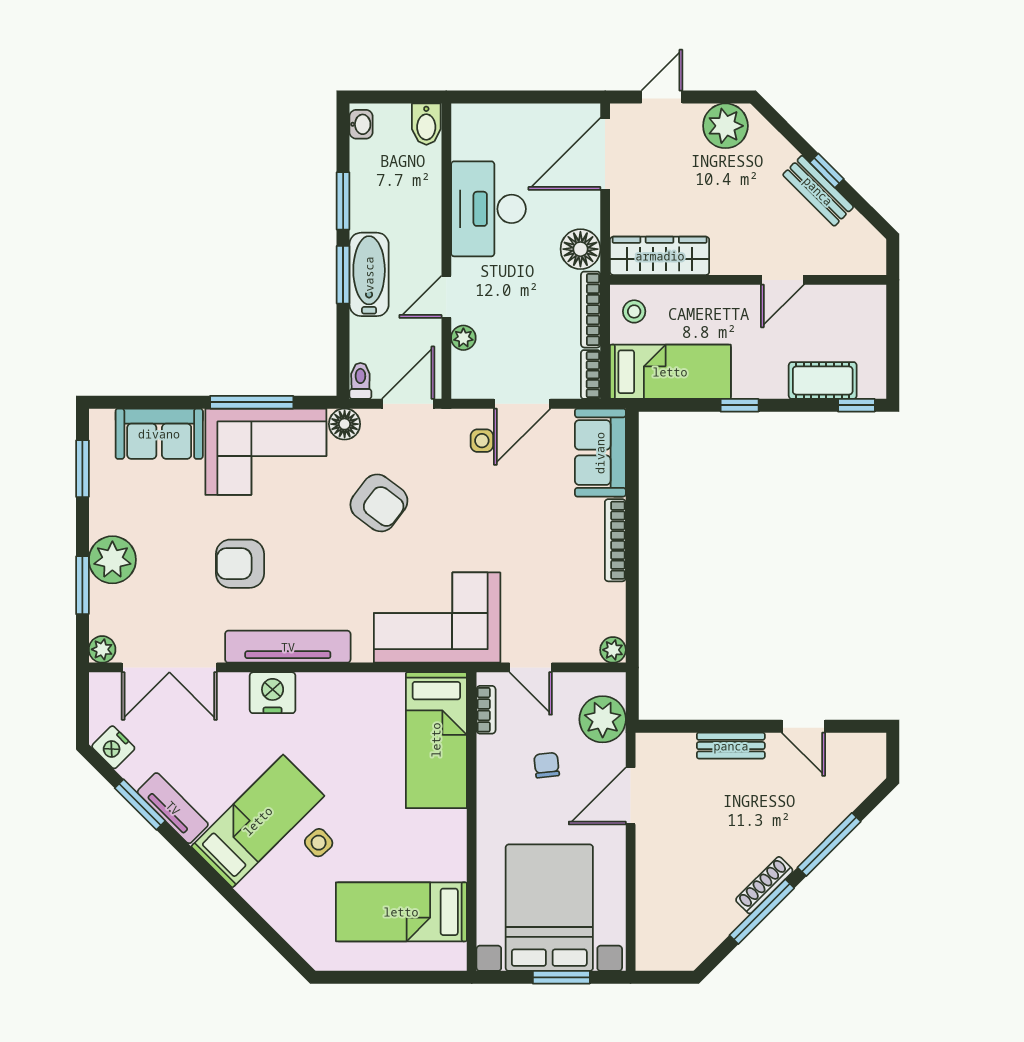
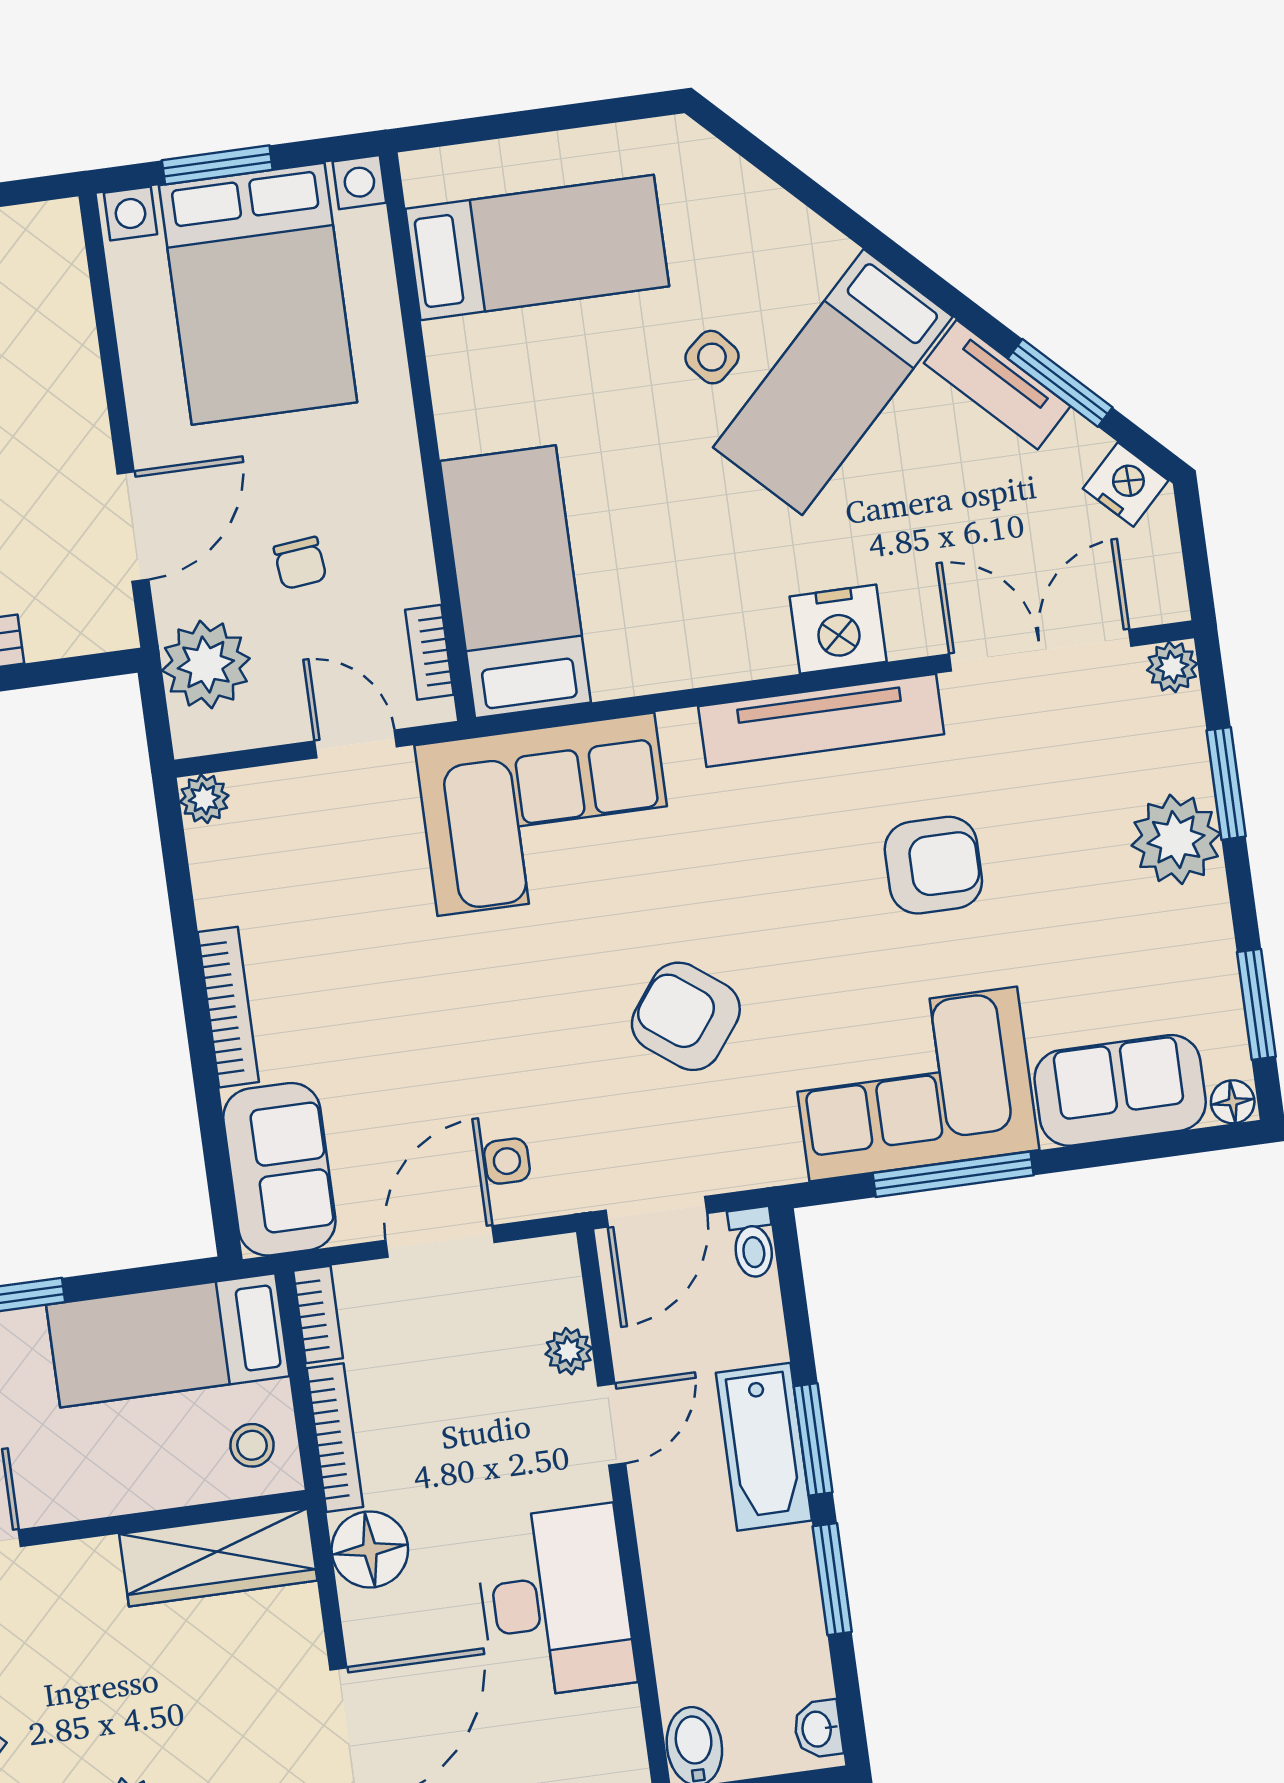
floor lamp: (345, 424) -> (1233, 1102), moved, width x0.73, depth x0.73

